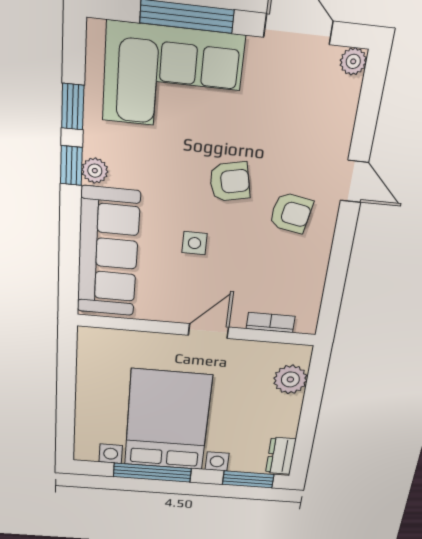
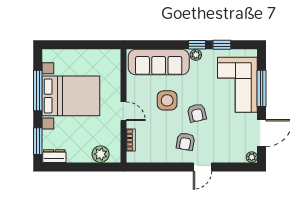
side table: (195, 243) -> (167, 100), width x1.87, depth x1.87

